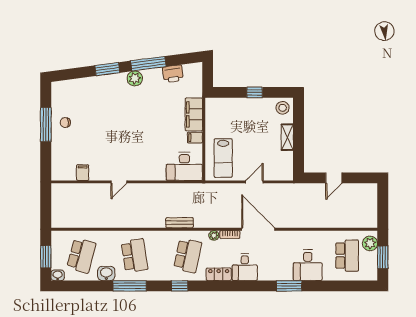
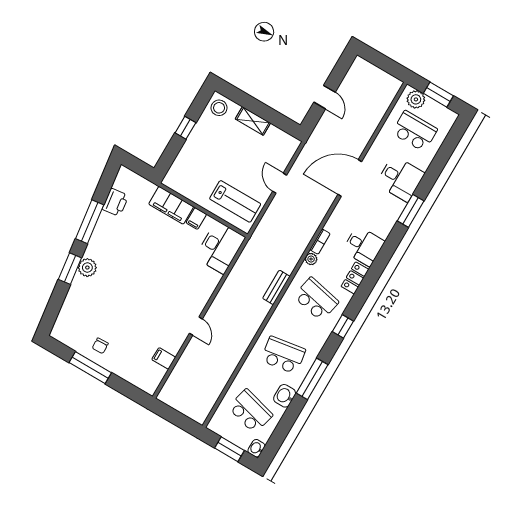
plant: (135, 78) -> (87, 268), moved
door: (258, 229) -> (350, 178), moved

